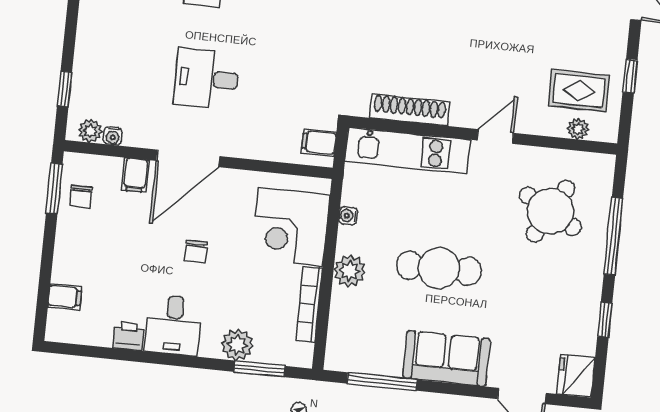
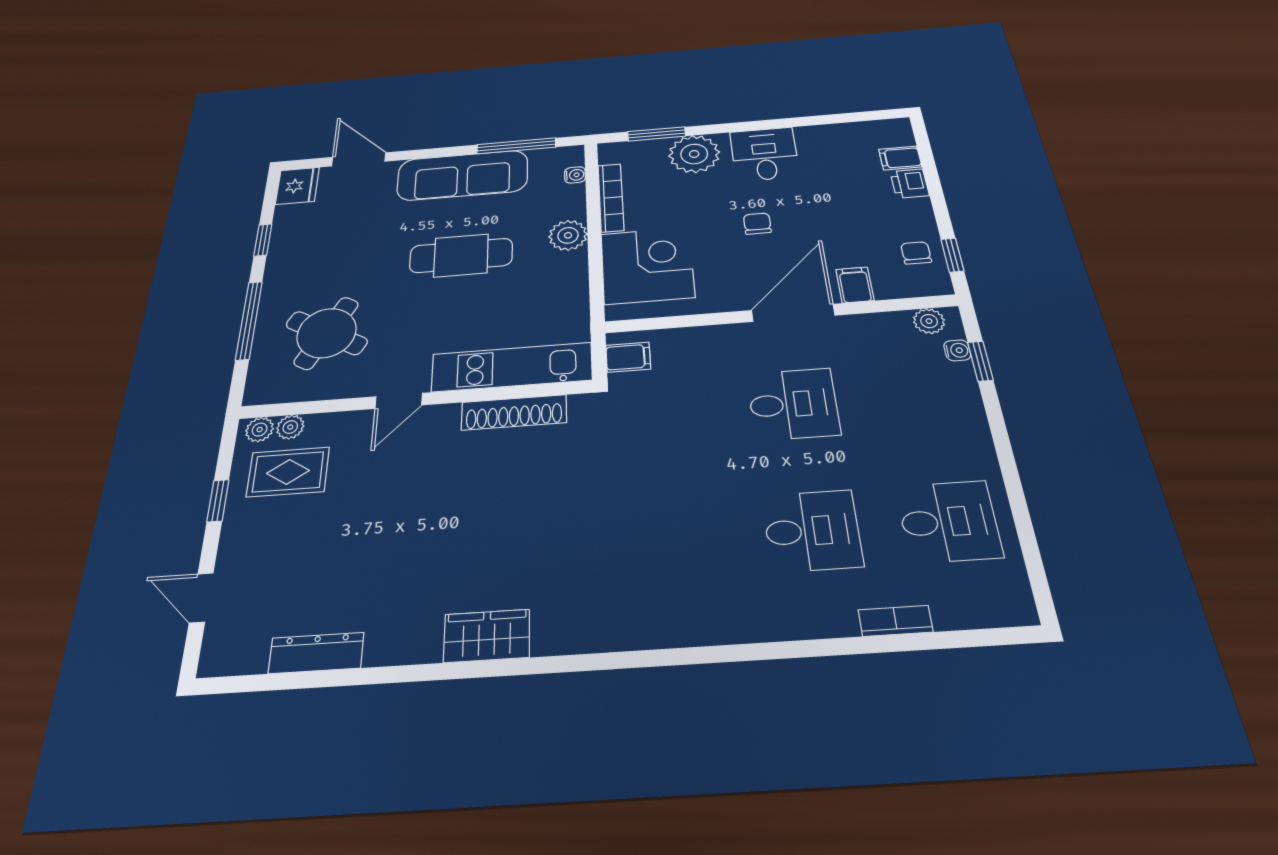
plant: (601, 131) -> (260, 430), added
water cooler: (113, 136) -> (957, 350), moved, turned 90
window: (54, 188) -> (952, 255), width x0.67
water cooler: (348, 216) -> (575, 175), moved
printer: (128, 336) -> (910, 184), moved, turned 90
plant: (237, 345) -> (694, 154), width x1.36, depth x1.36
sofa: (446, 358) -> (462, 175), width x1.36

